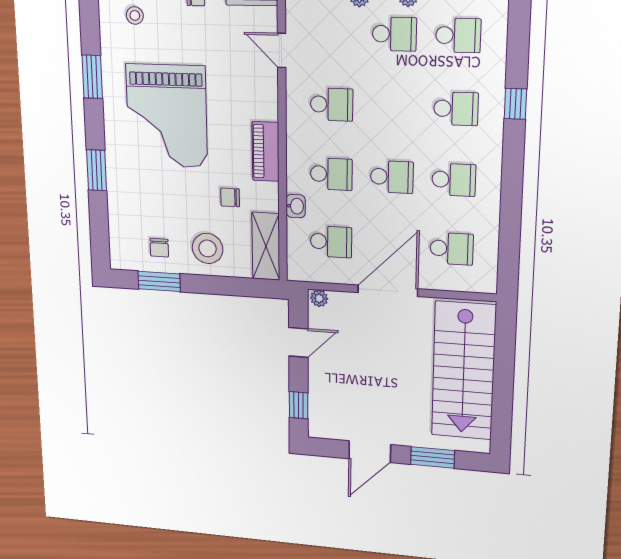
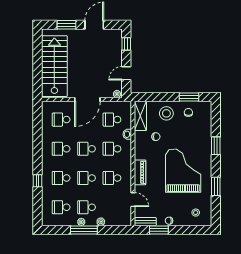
school desk: (393, 107) -> (87, 178), added
piano: (266, 151) -> (140, 172), moved

